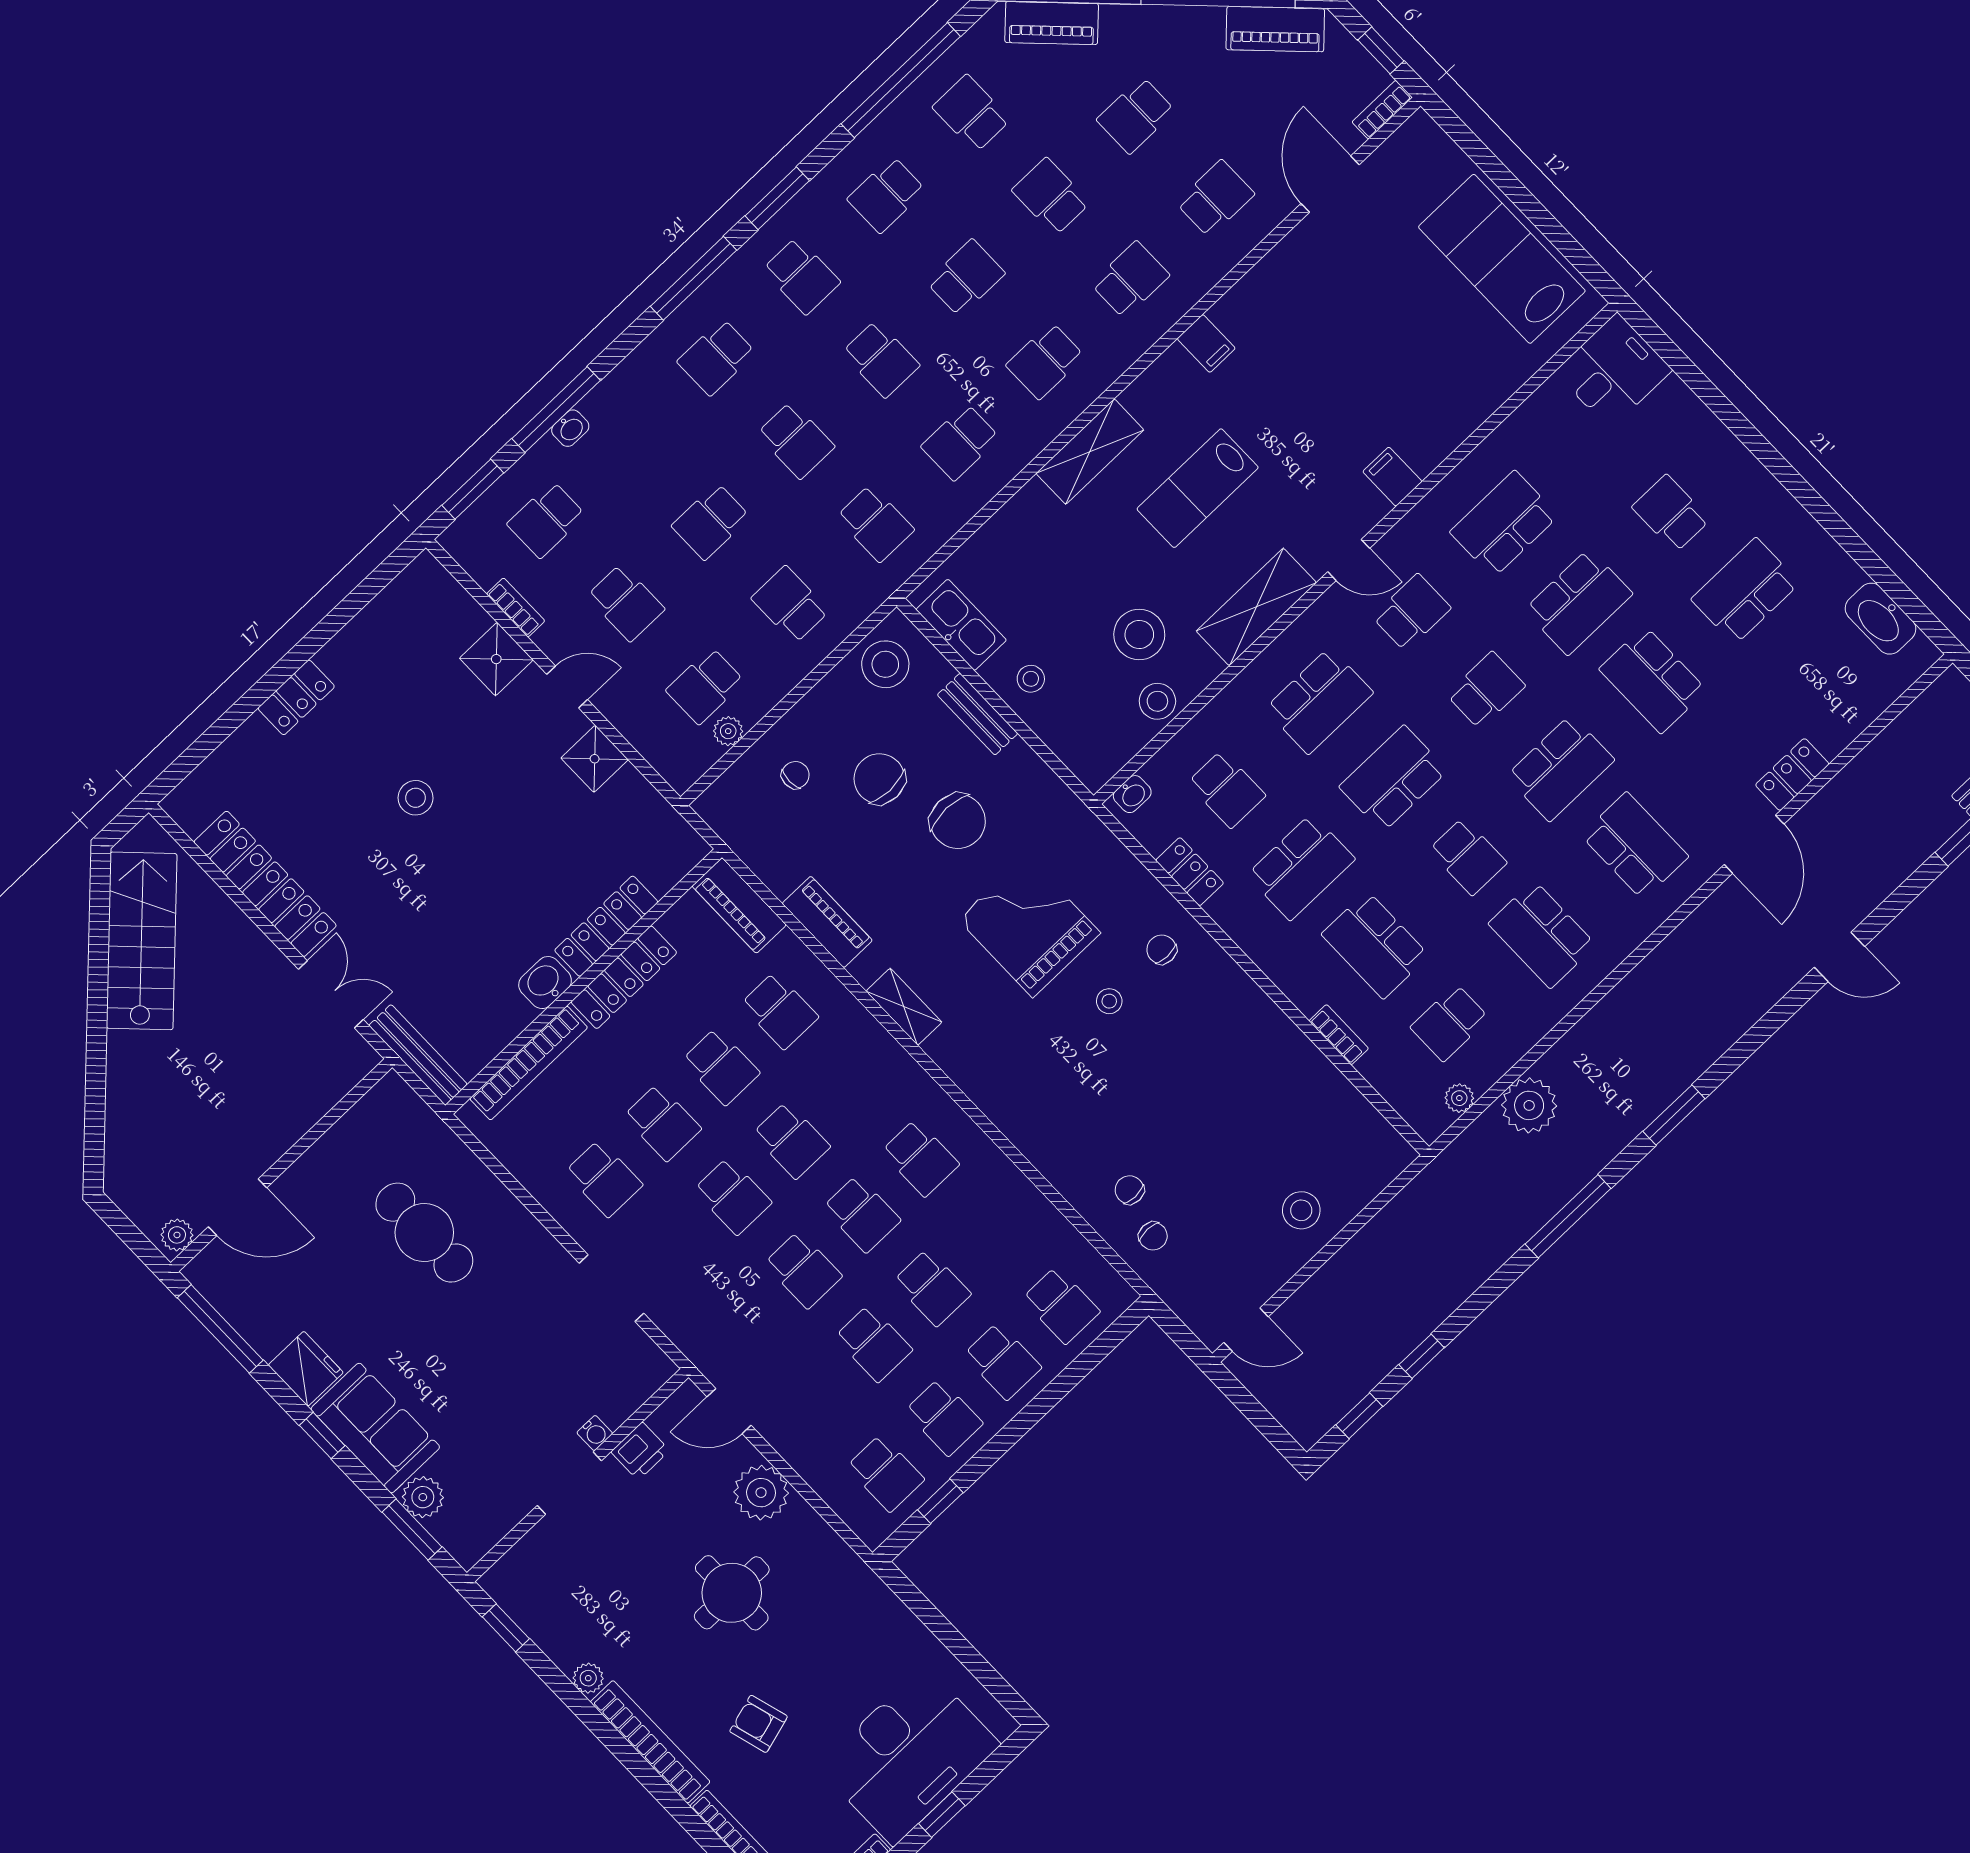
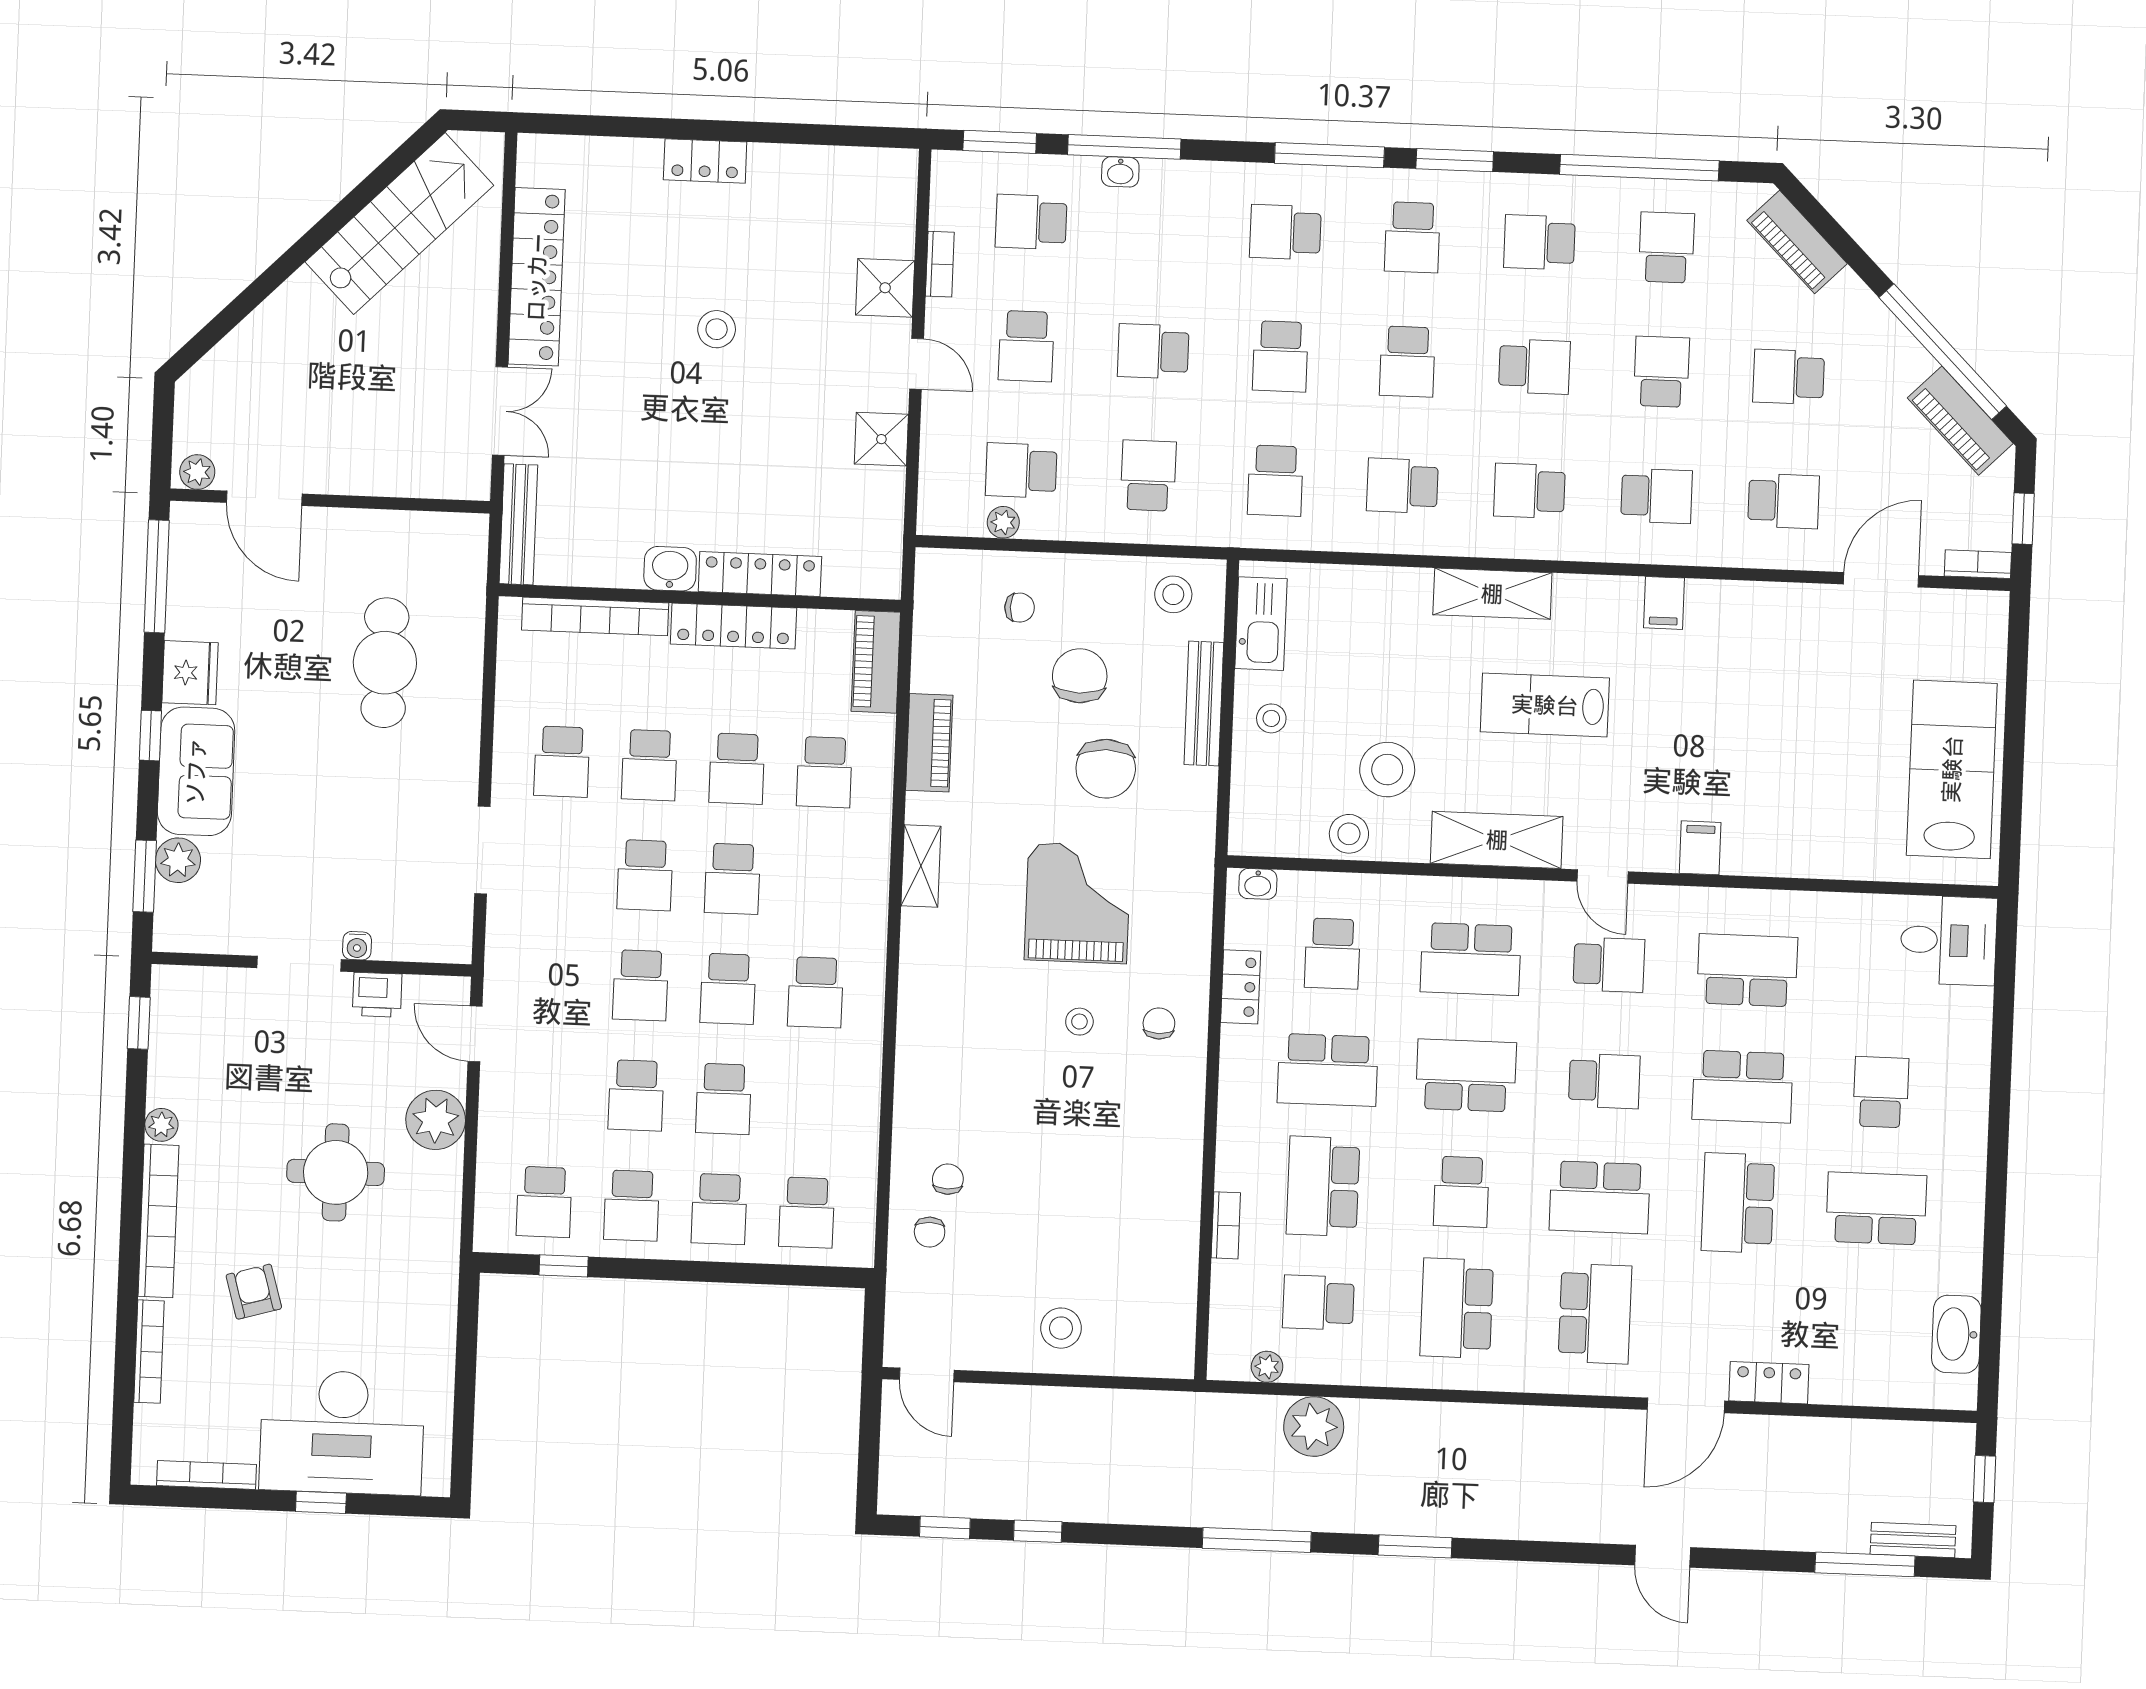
stool: (885, 664) -> (1173, 594), width x0.73, depth x0.73
bench: (978, 714) -> (1204, 704), width x1.36

